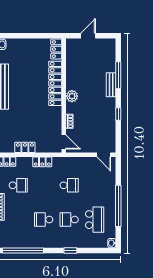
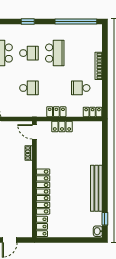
plant: (72, 96) -> (26, 179), removed
locker: (25, 147) -> (62, 127), moved
school desk: (69, 185) -> (29, 88), turned 180
school desk: (44, 220) -> (55, 53), width x1.85

